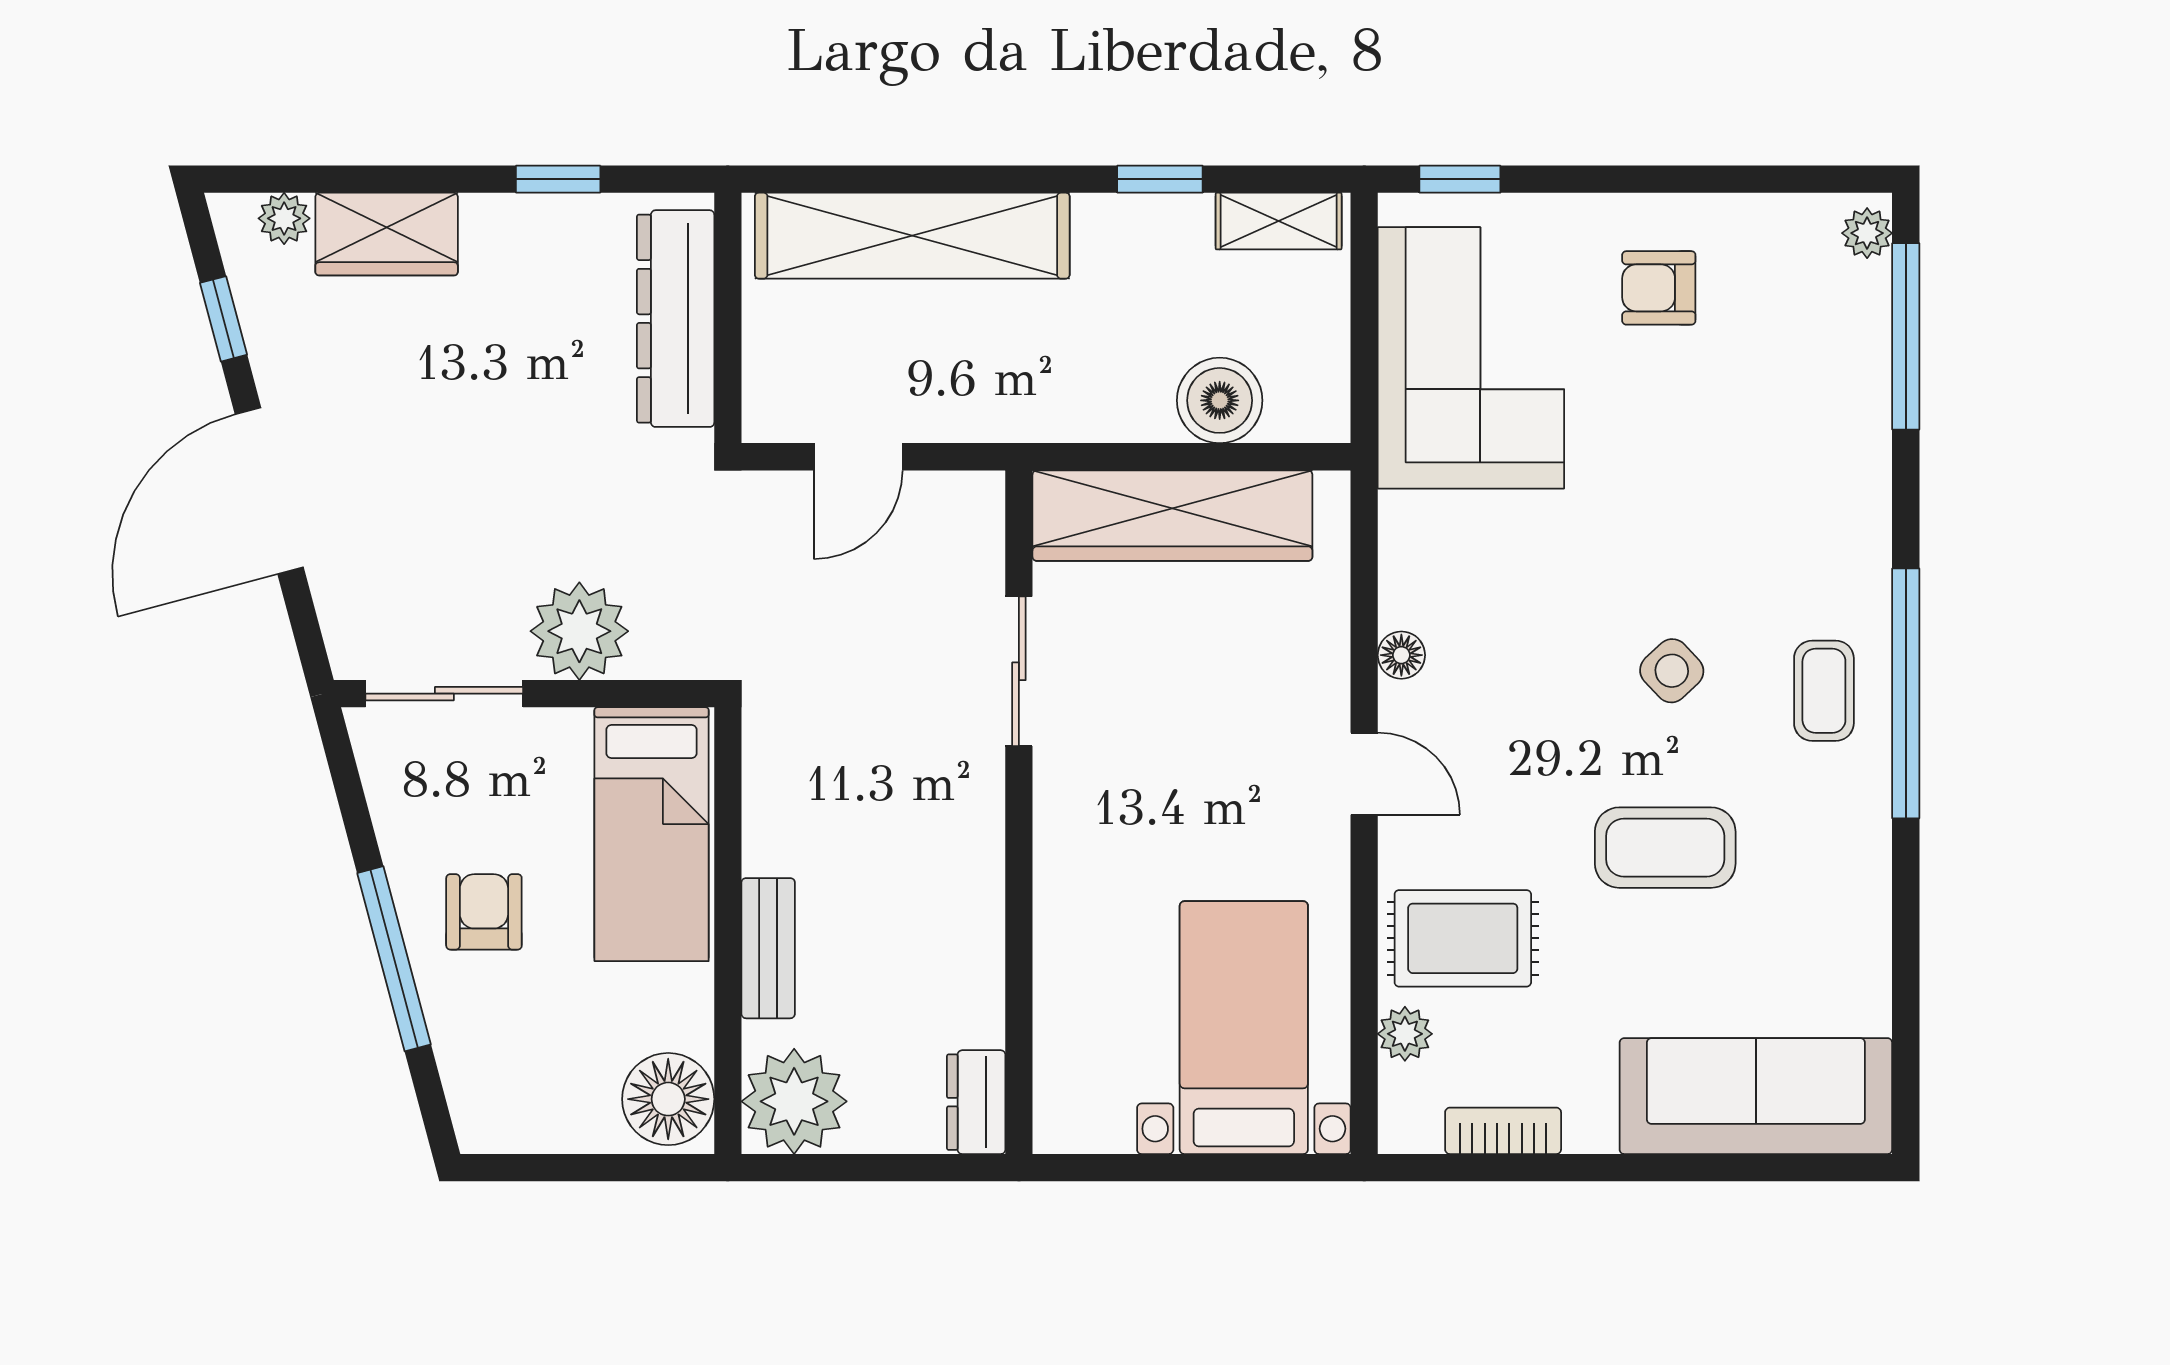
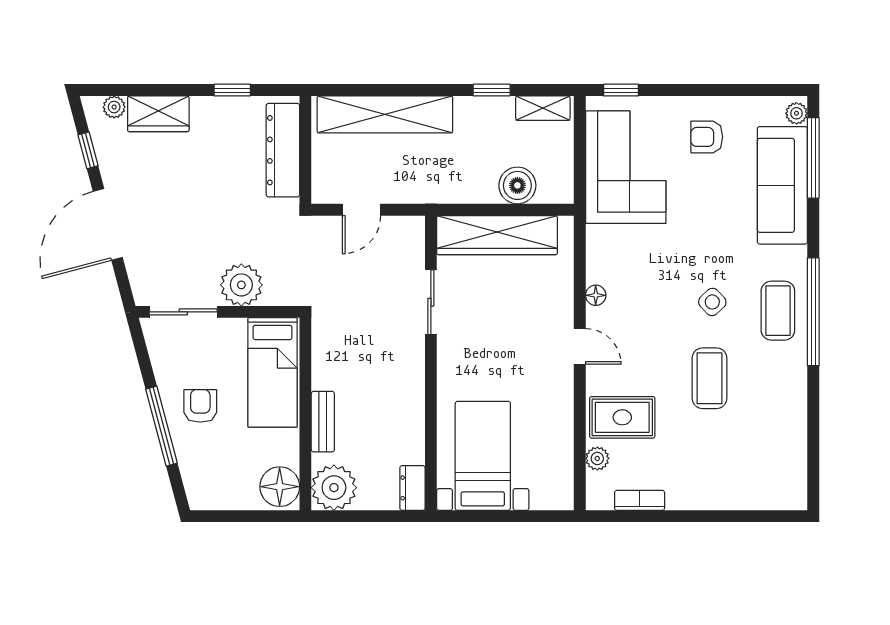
coffee table: (1824, 691) -> (778, 311), width x1.36, depth x1.30
coffee table: (1665, 848) -> (709, 378), turned 90
bed with nightstands: (1244, 1028) -> (483, 456), moved
sofa: (1756, 1096) -> (782, 185), moved, turned -90

